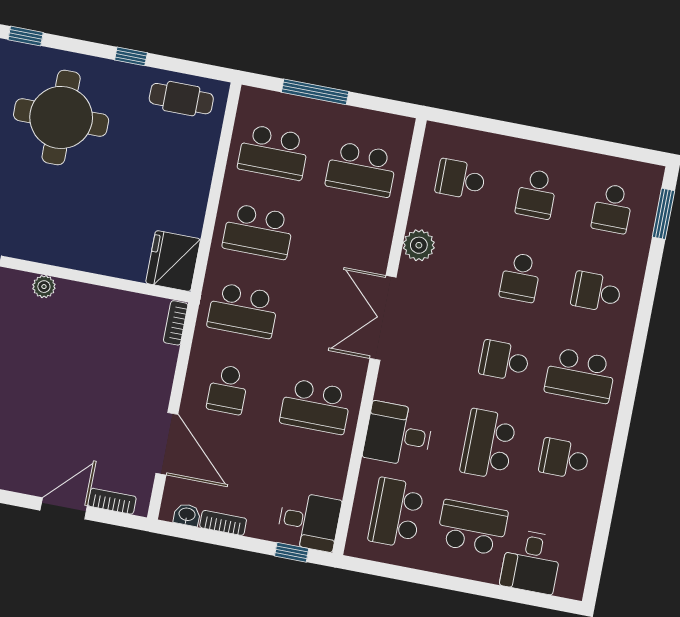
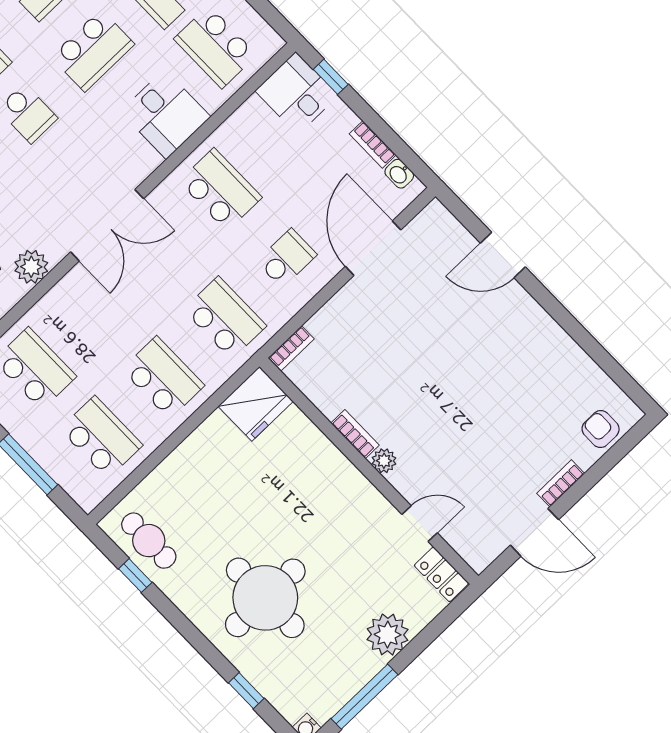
window: (131, 56) -> (135, 576), moved
bookcase: (112, 501) -> (355, 434), moved, turned 180
school desk: (396, 513) -> (215, 47), turned 90

